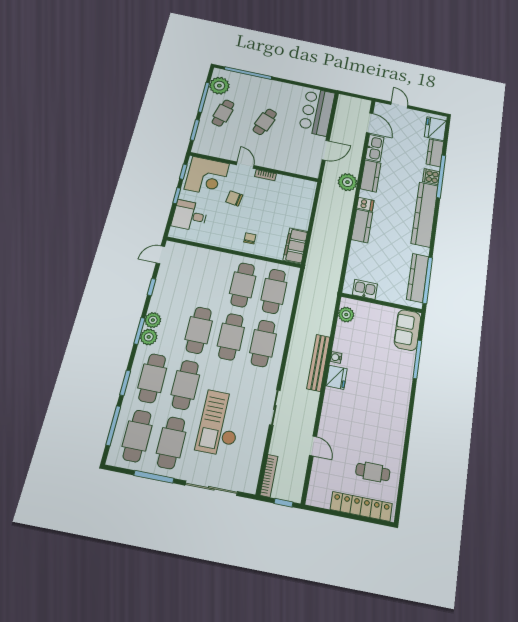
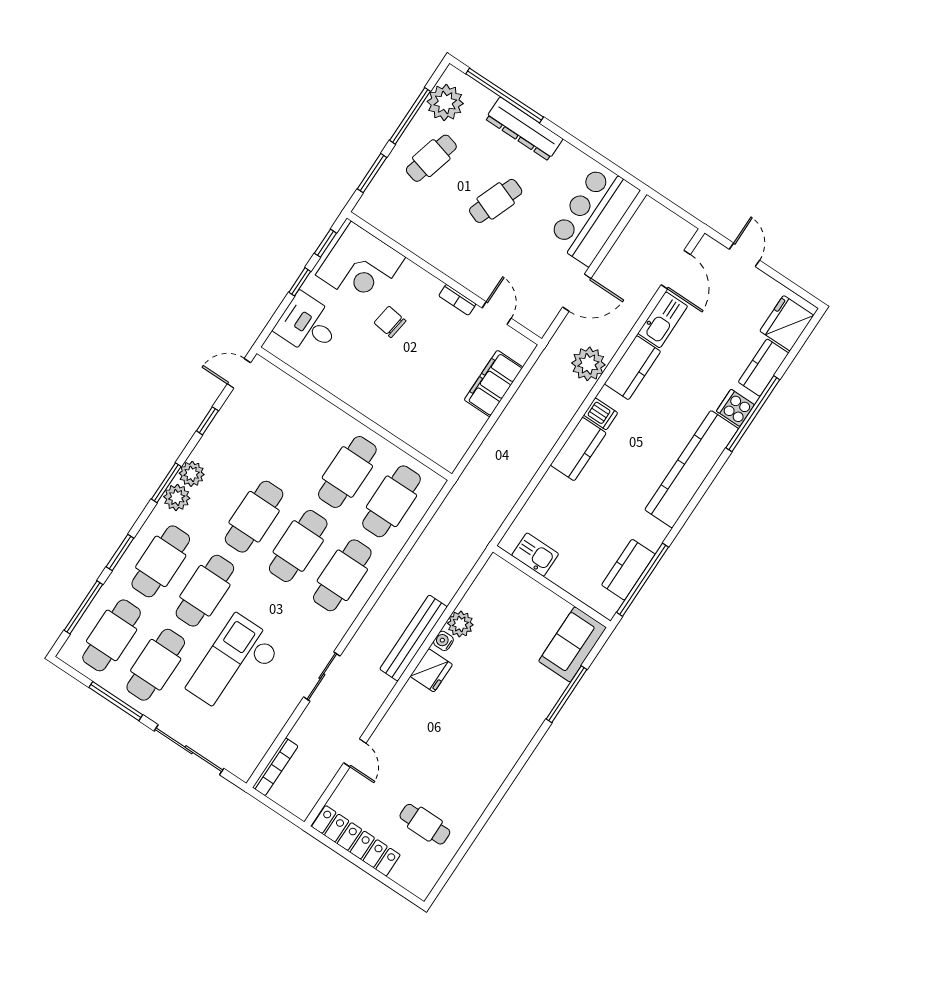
dresser: (265, 85) -> (524, 129), added
door: (245, 165) -> (497, 313), moved
chair: (250, 238) -> (388, 400), removed
filing cabinet: (295, 246) -> (494, 384), moved
kitchen counter: (418, 278) -> (628, 570), width x0.67
plant: (346, 315) -> (460, 624), moved
window: (283, 503) -> (281, 811), removed
locker: (361, 506) -> (356, 841), moved

